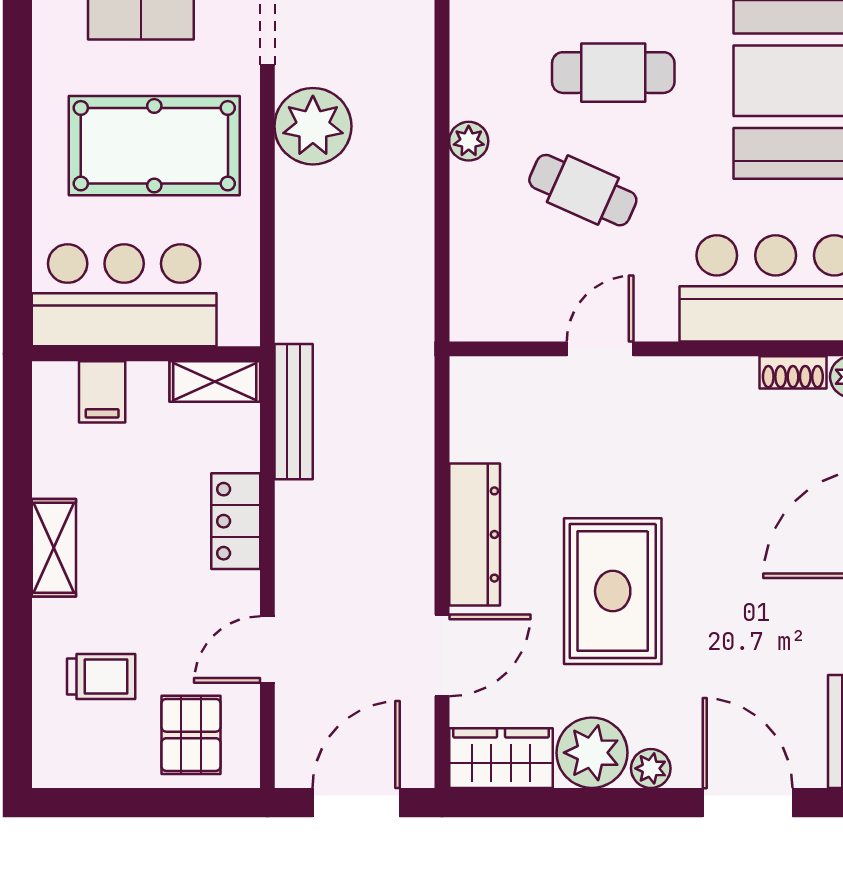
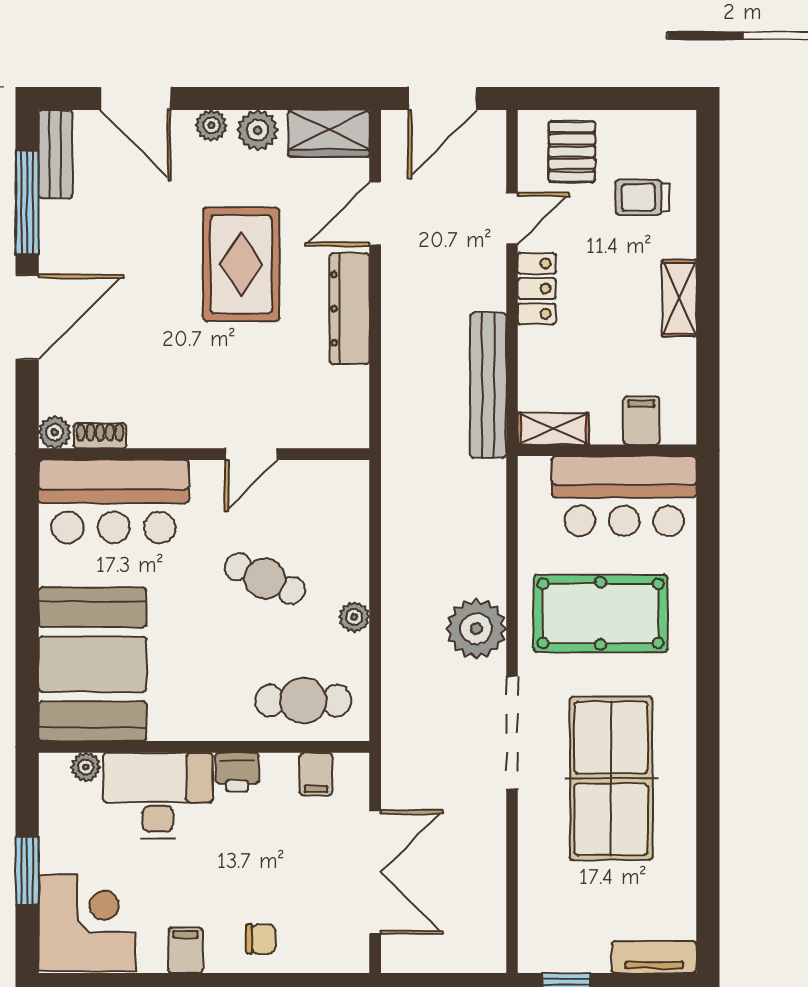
cafe table: (613, 73) -> (303, 701), moved
bench: (294, 412) -> (488, 385), width x1.37, depth x1.21
locker: (236, 521) -> (537, 289), moved
plant: (592, 753) -> (258, 130), width x0.73, depth x0.73

